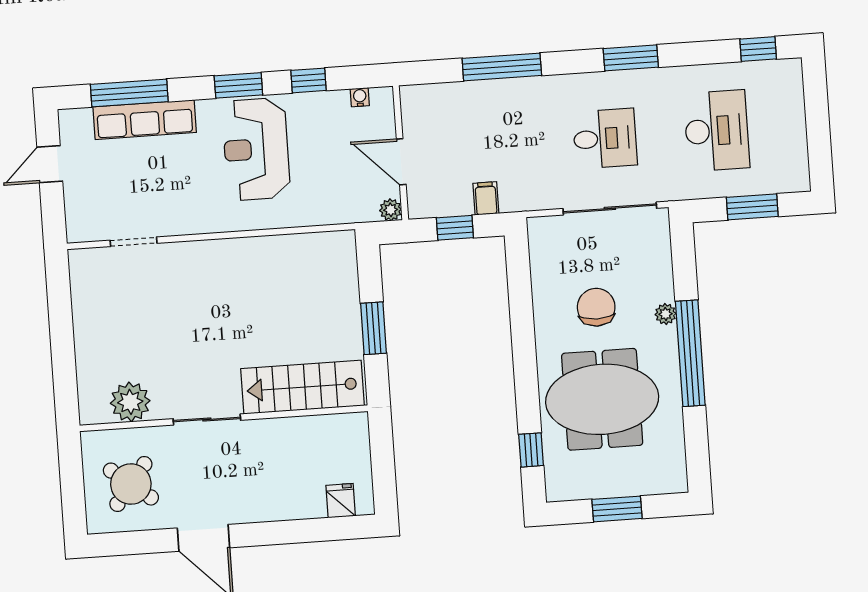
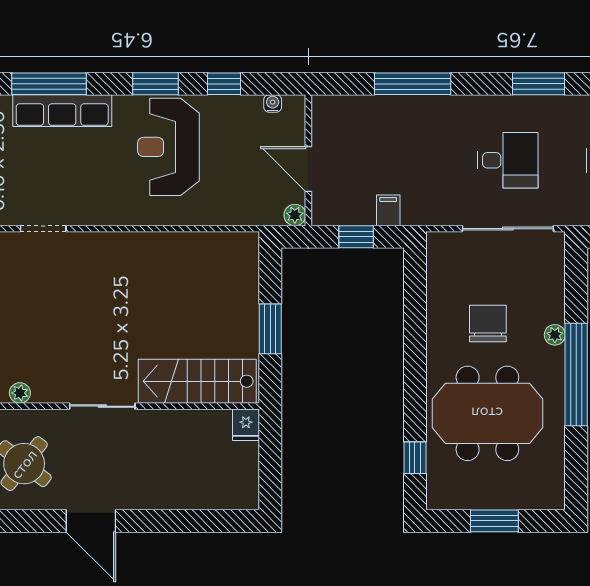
plant: (130, 402) -> (20, 393), width x0.53, depth x0.53
fridge: (341, 501) -> (246, 425), moved, turned 180

